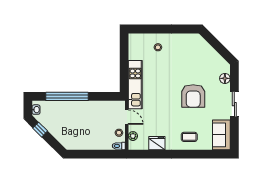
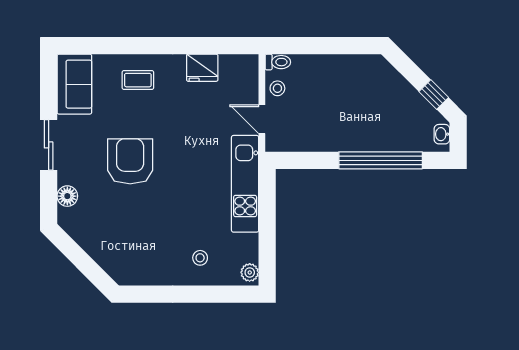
plant: (133, 136) -> (250, 272), moved

